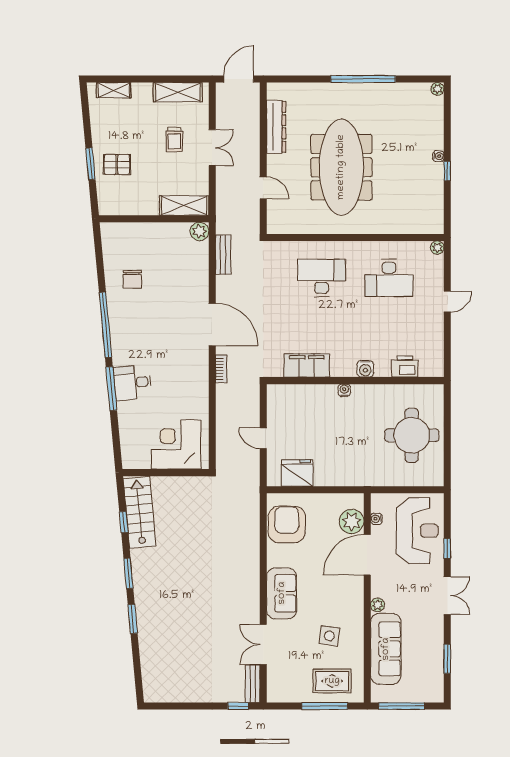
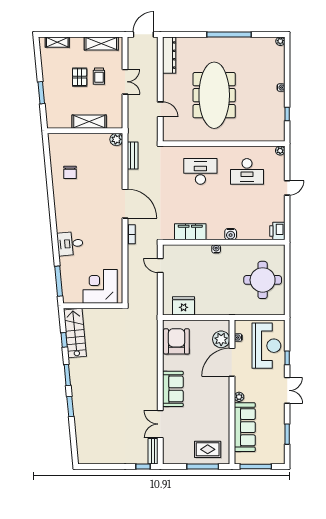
dresser: (276, 127) -> (169, 55), moved
pallet: (117, 165) -> (80, 77), moved, turned 90
window: (447, 171) -> (287, 114), moved
shelving: (184, 205) -> (89, 122), moved
window: (105, 325) -> (51, 204), removed
printer: (405, 366) -> (277, 231), moved, turned -90
window: (111, 389) -> (59, 281), moved
door: (263, 438) -> (160, 266), moved
side table: (329, 636) -> (206, 418), removed

